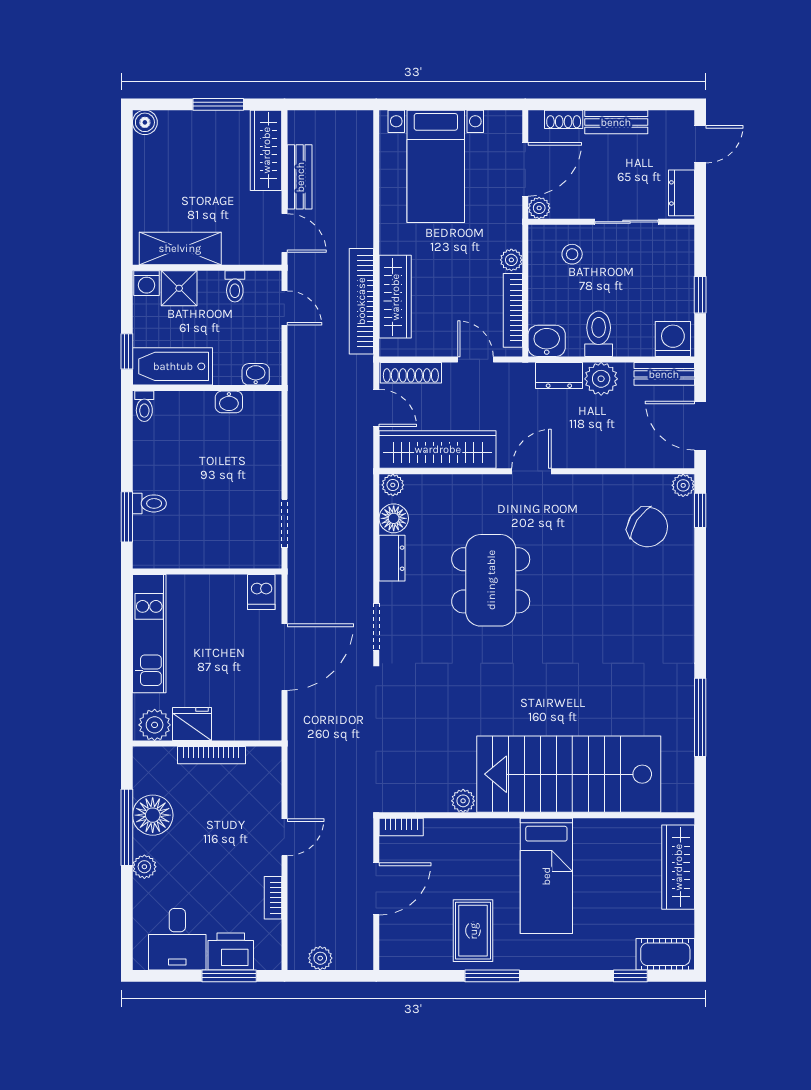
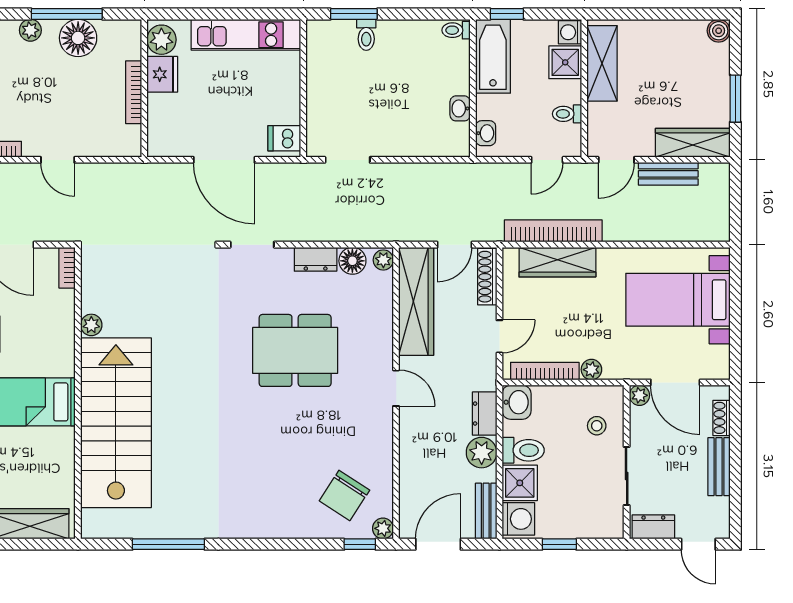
shower: (634, 337) -> (520, 483), added

